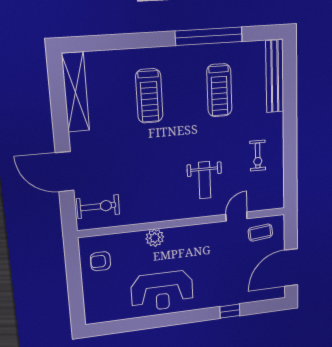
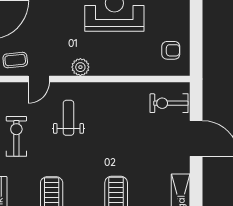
exercise bike: (258, 156) -> (16, 136), width x1.38, depth x1.39
plant: (155, 238) -> (80, 67), moved

